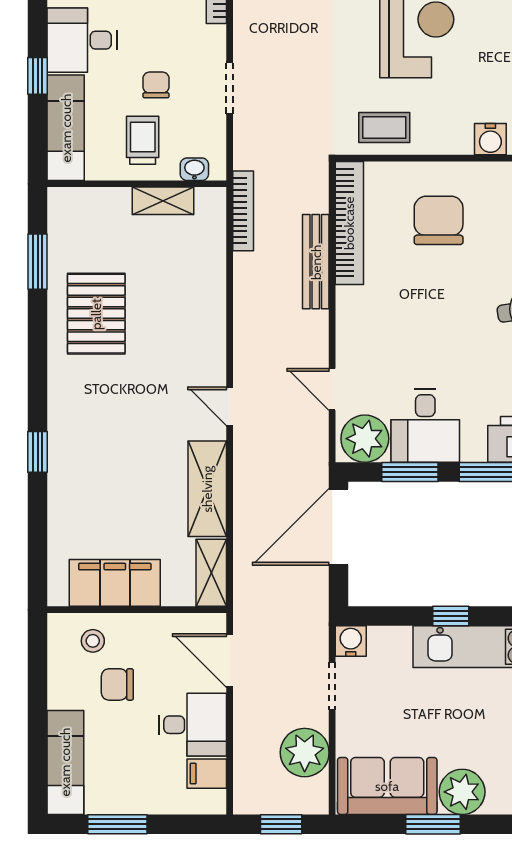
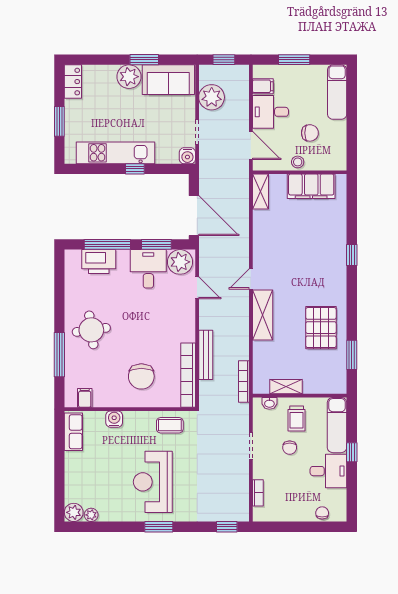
door: (230, 406) -> (251, 279), swing flipped
shelving: (207, 489) -> (263, 315), moved
door: (339, 527) -> (194, 216), hinge flipped
stool: (93, 641) -> (298, 162), moved
window: (117, 824) -> (294, 60), moved

